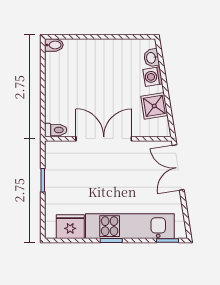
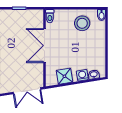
stool: (67, 77) -> (82, 23), added
double door: (104, 139) -> (45, 46), swing flipped
double door: (178, 168) -> (27, 91), swing flipped

